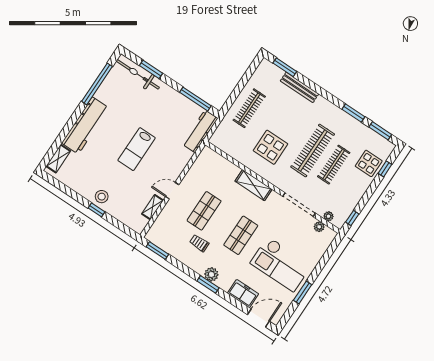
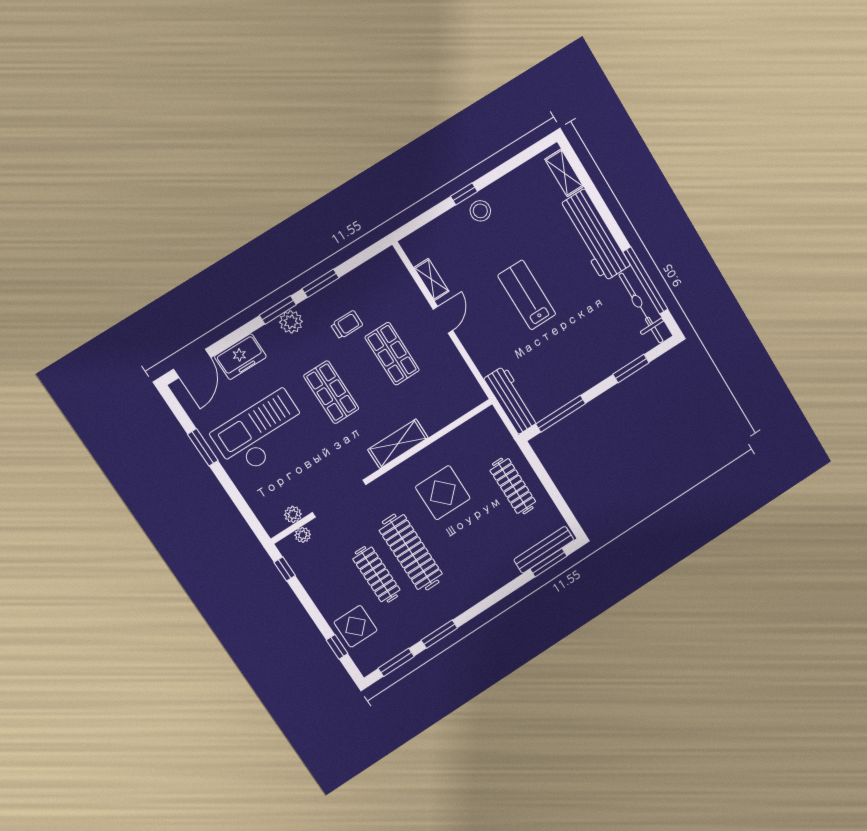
bicycle: (138, 74) -> (641, 308), moved, turned -90
bench: (300, 87) -> (544, 550), moved
window: (157, 251) -> (320, 283), moved

